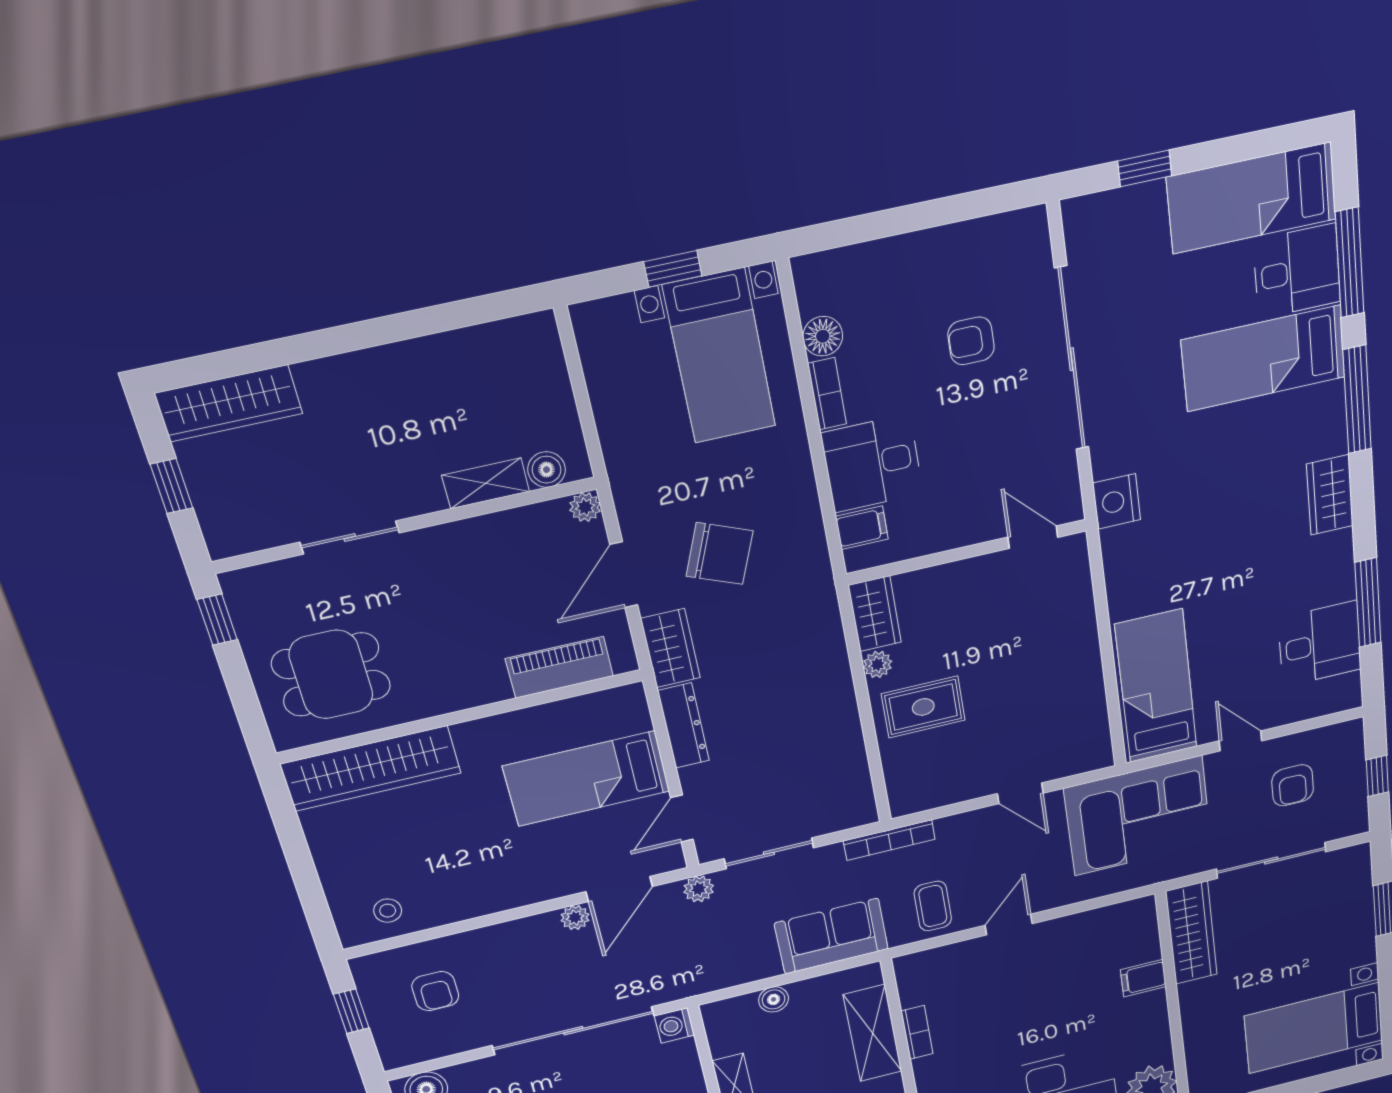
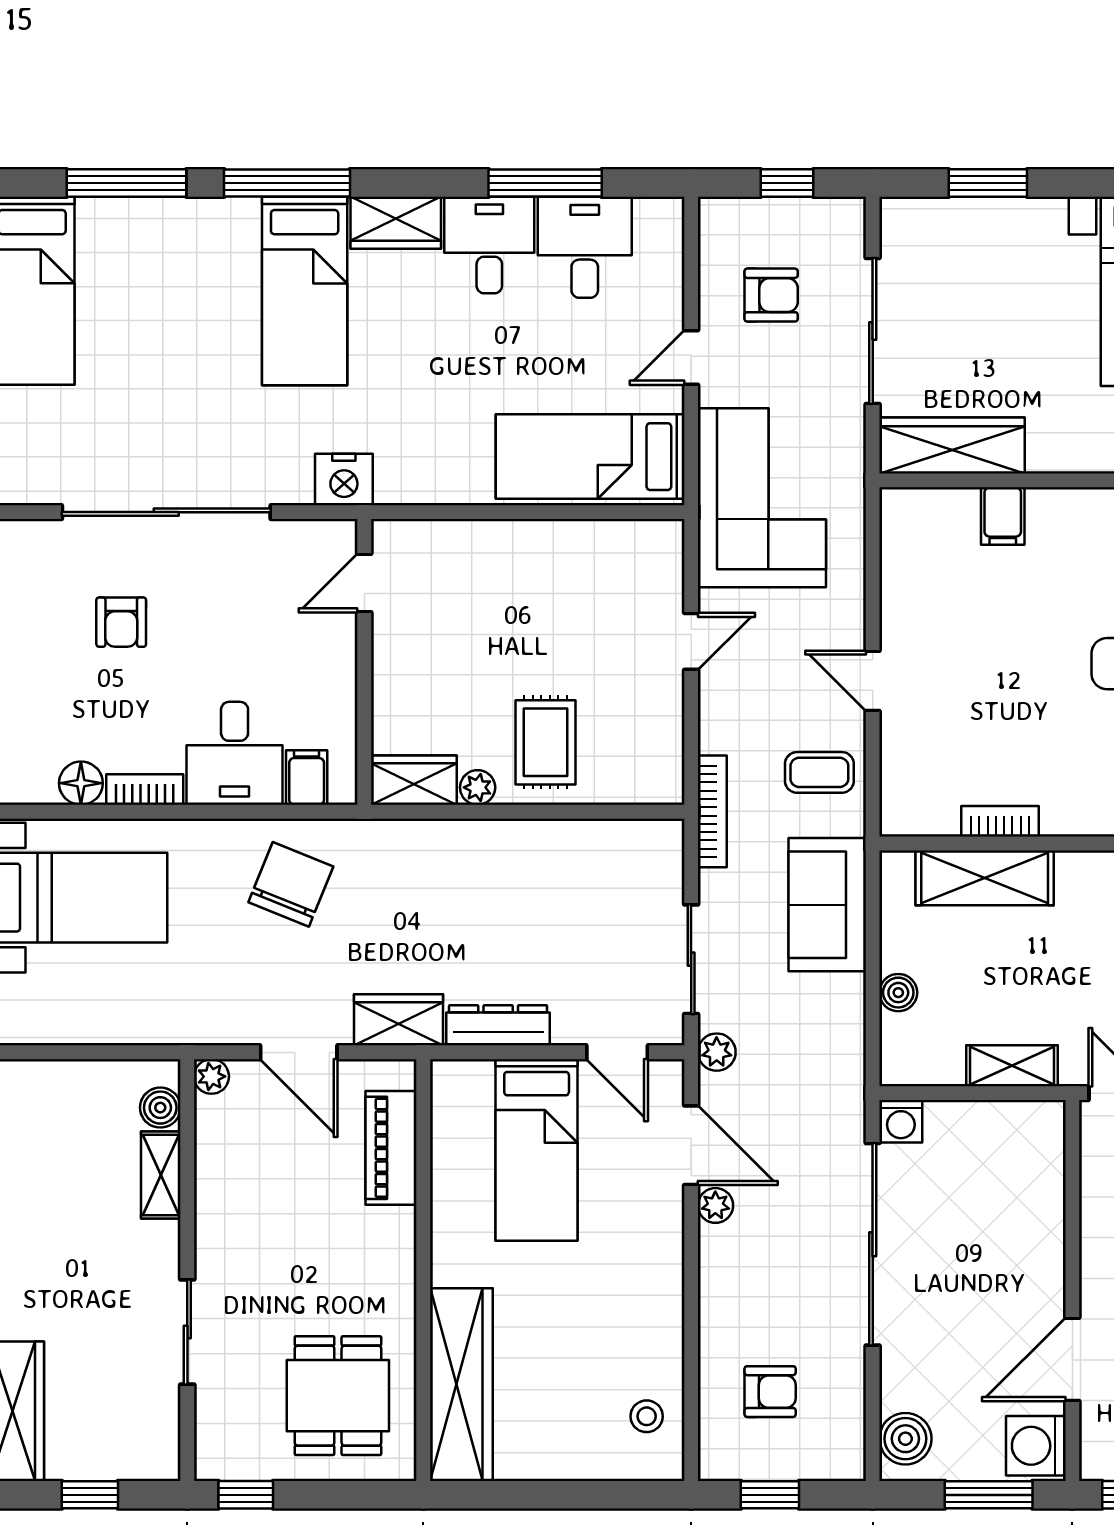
desk: (1297, 271) -> (489, 245), moved
bed: (1264, 358) -> (305, 291), moved
chair: (720, 554) -> (291, 884), moved

